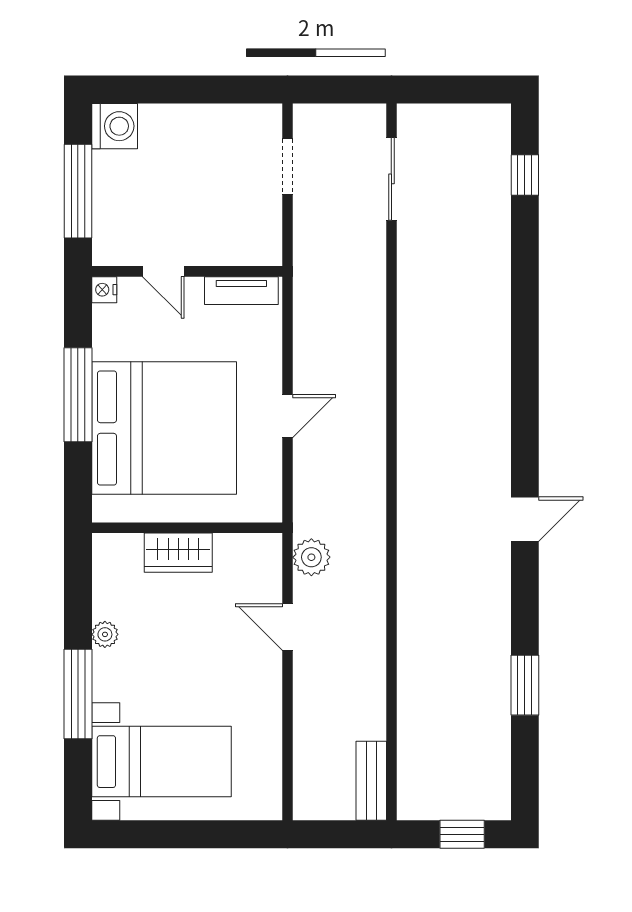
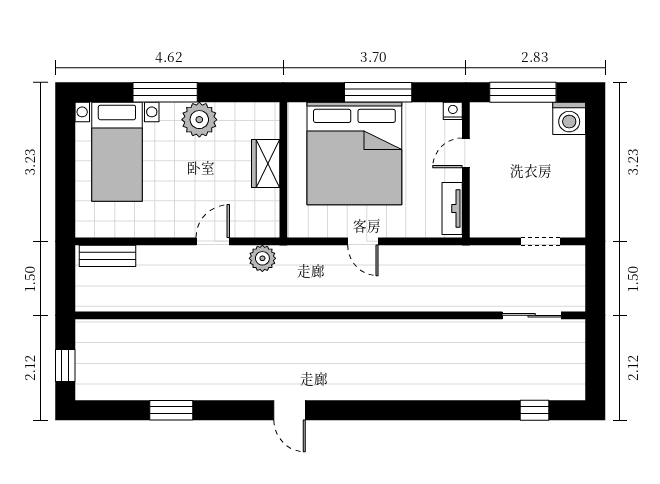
plant: (105, 634) -> (199, 120), width x1.87, depth x1.87
bench: (371, 781) -> (107, 256), moved

